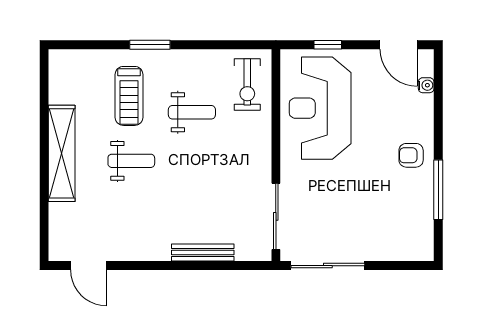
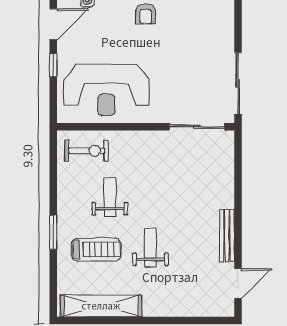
window: (328, 45) -> (53, 65), moved
shelving: (62, 153) -> (101, 306), moved
bench: (203, 252) -> (227, 236), moved

